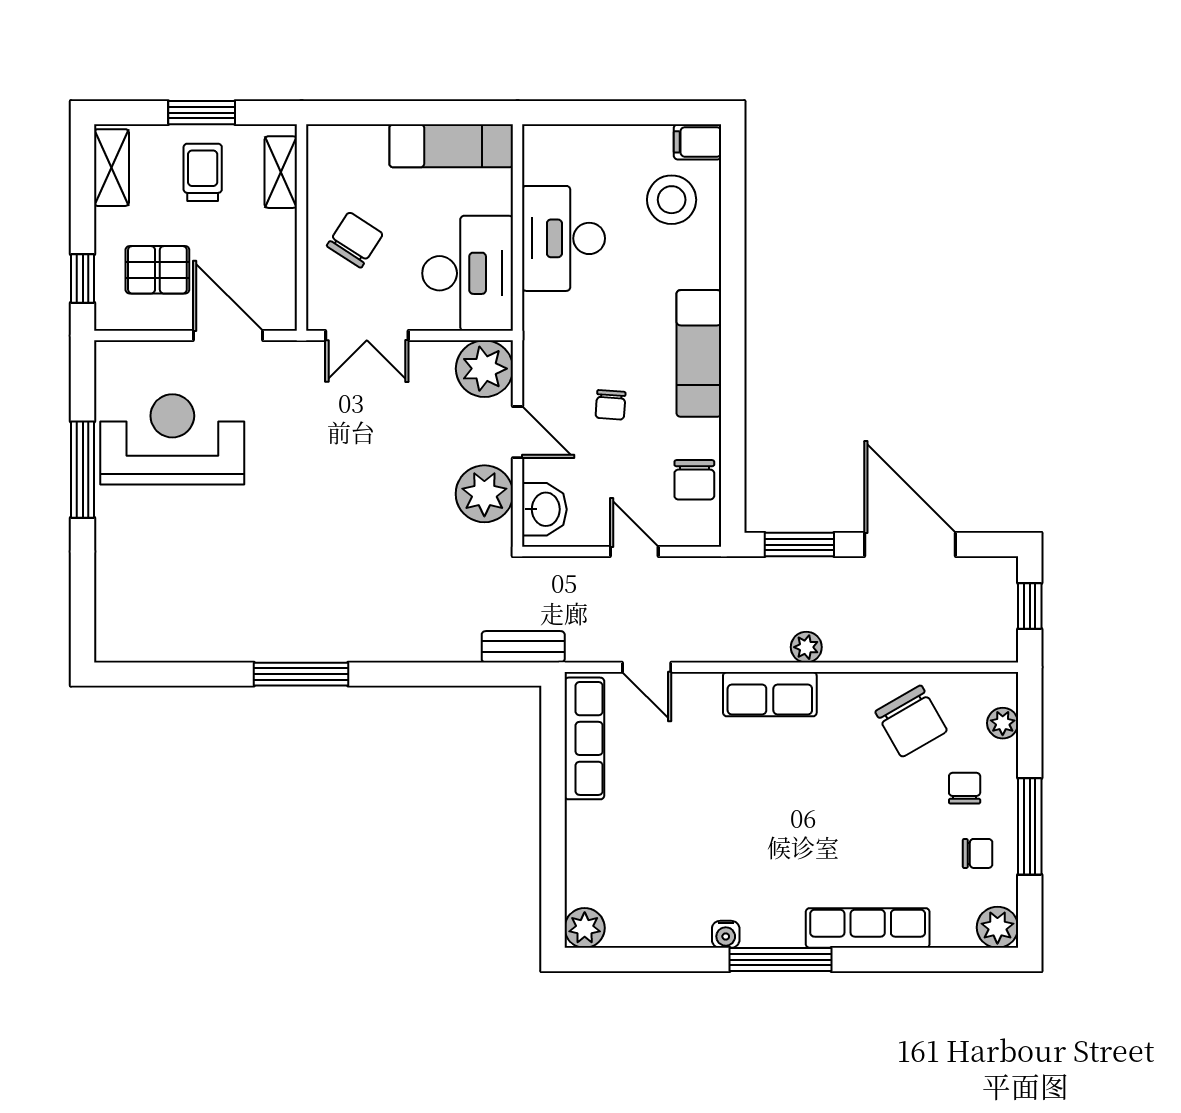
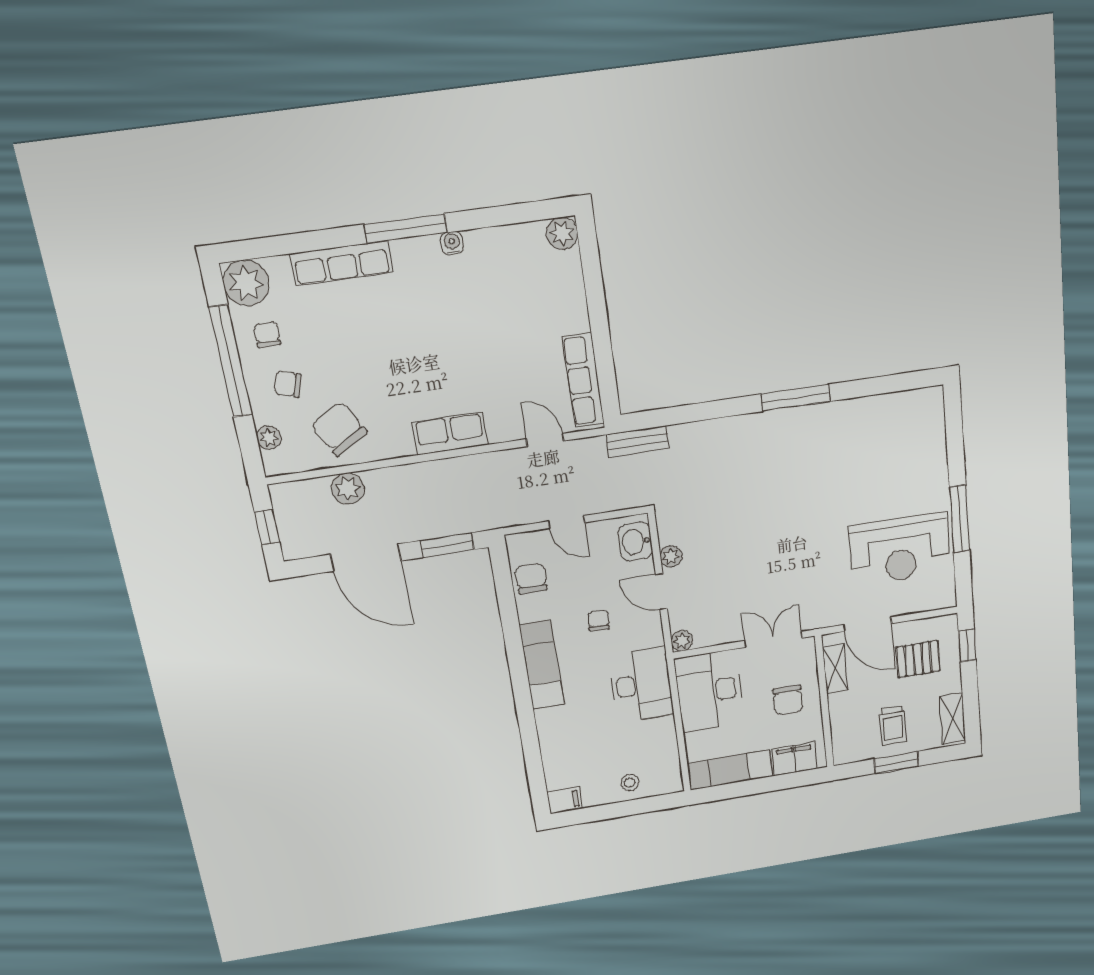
filing cabinet: (354, 146) -> (795, 759), added
shelving: (281, 172) -> (835, 668), moved
stool: (672, 200) -> (630, 782), moved, width x0.53, depth x0.53
desk: (564, 238) -> (641, 685), moved
chair: (355, 240) -> (788, 700), turned -33
plant: (484, 369) -> (682, 641), width x0.53, depth x0.53
plant: (484, 494) -> (671, 556), width x0.53, depth x0.53
plant: (806, 647) -> (348, 489), moved, width x1.38, depth x1.38
chair: (965, 788) -> (288, 384), turned 108
window: (1030, 826) -> (231, 361), width x1.46
chair: (978, 853) -> (267, 334), turned 90
plant: (997, 927) -> (246, 283), width x1.36, depth x1.36

